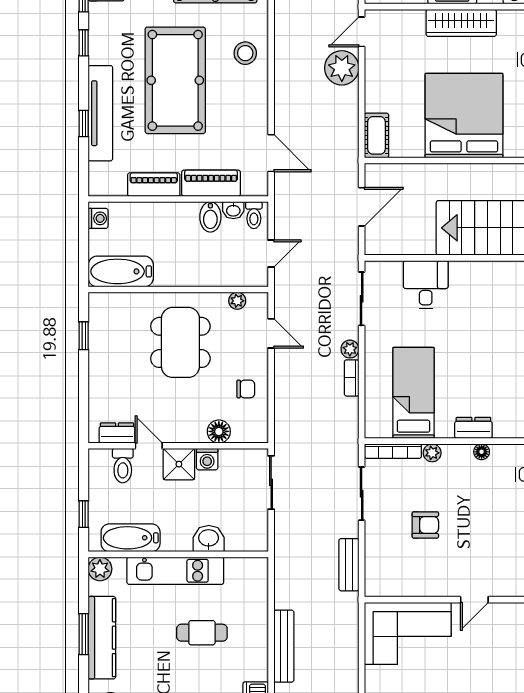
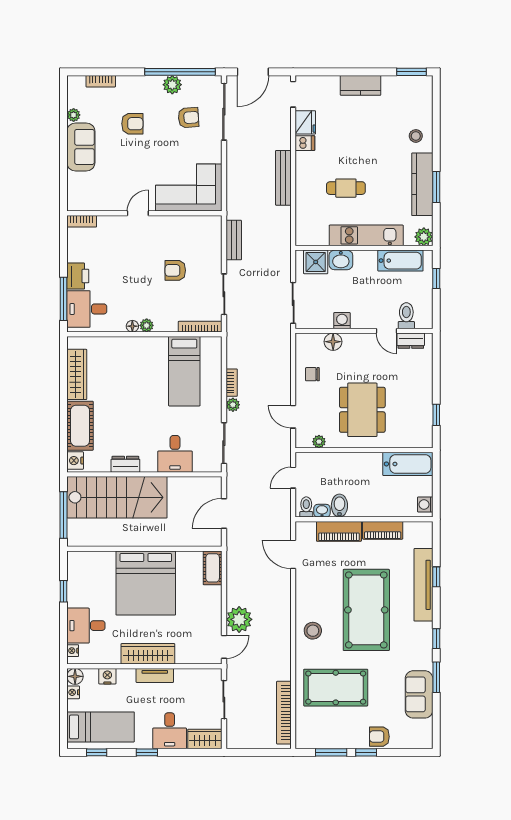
dresser: (473, 428) -> (125, 464), moved, turned 180
plant: (432, 453) -> (147, 325), moved
shower: (179, 464) -> (316, 262), moved

